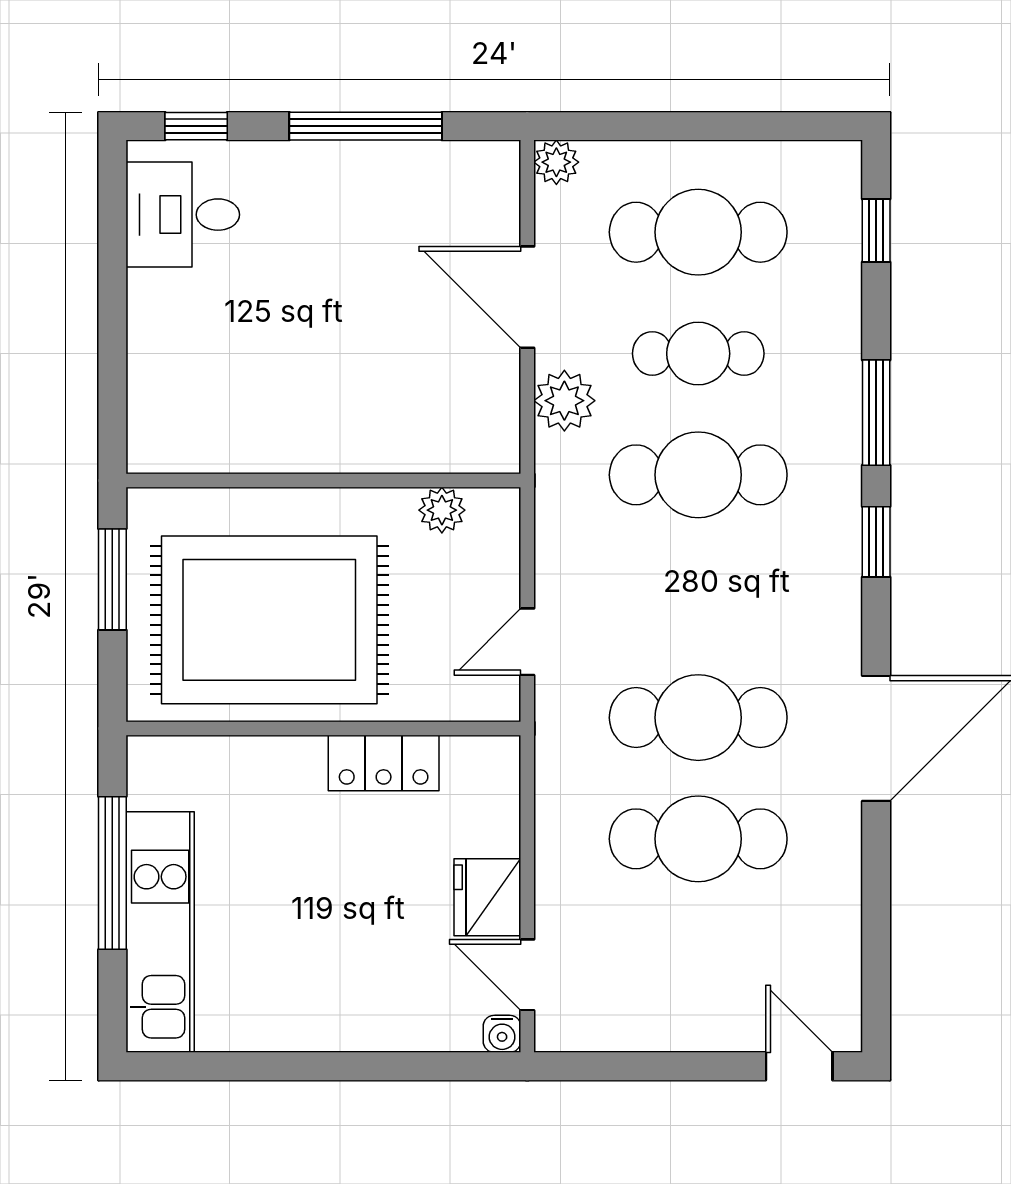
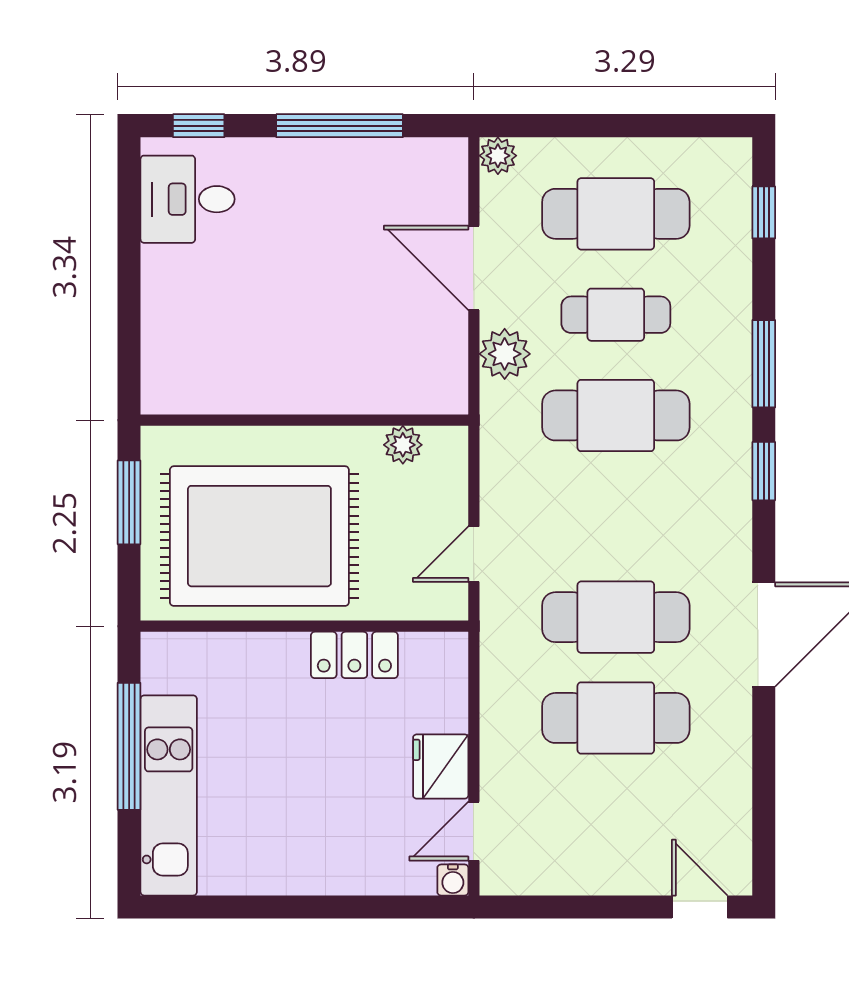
door: (527, 975) -> (474, 831), hinge flipped

